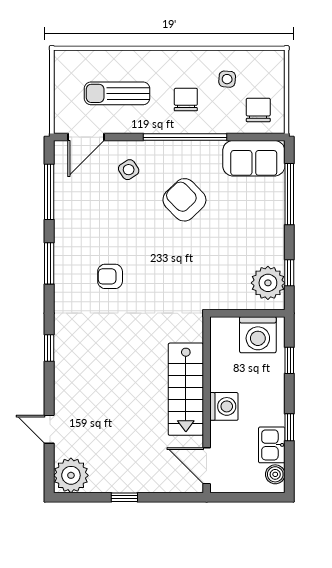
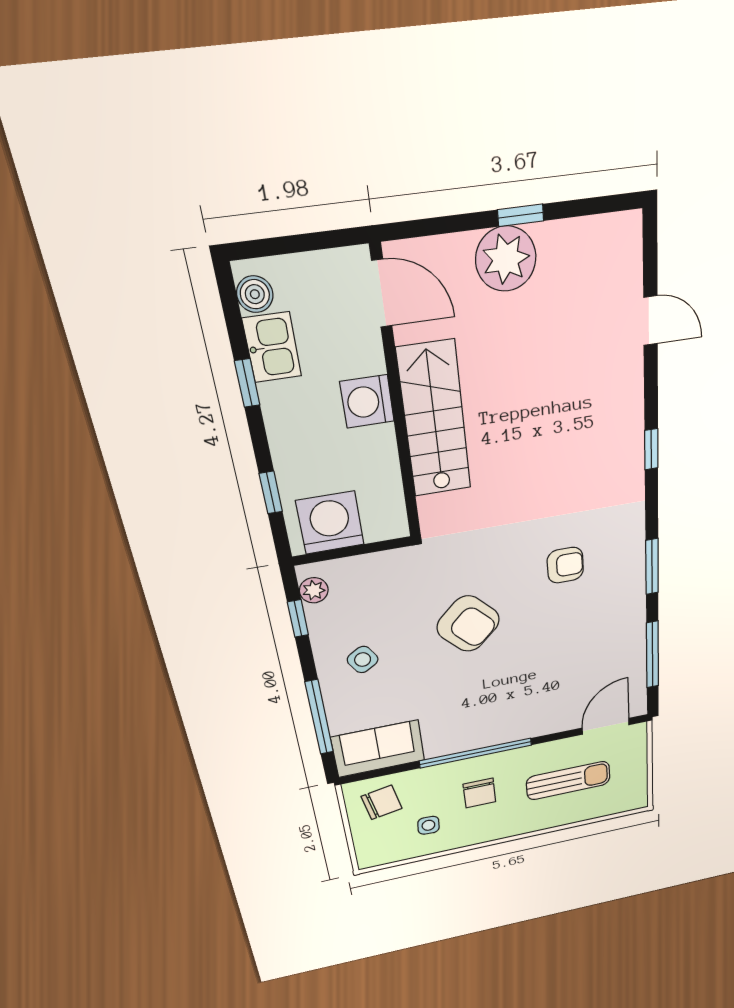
chair: (258, 110) -> (382, 802), turned -101
side table: (129, 170) -> (363, 660), moved
armchair: (184, 200) -> (468, 624), moved
plant: (268, 283) -> (314, 590), width x0.53, depth x0.53
plant: (71, 475) -> (506, 259), moved

